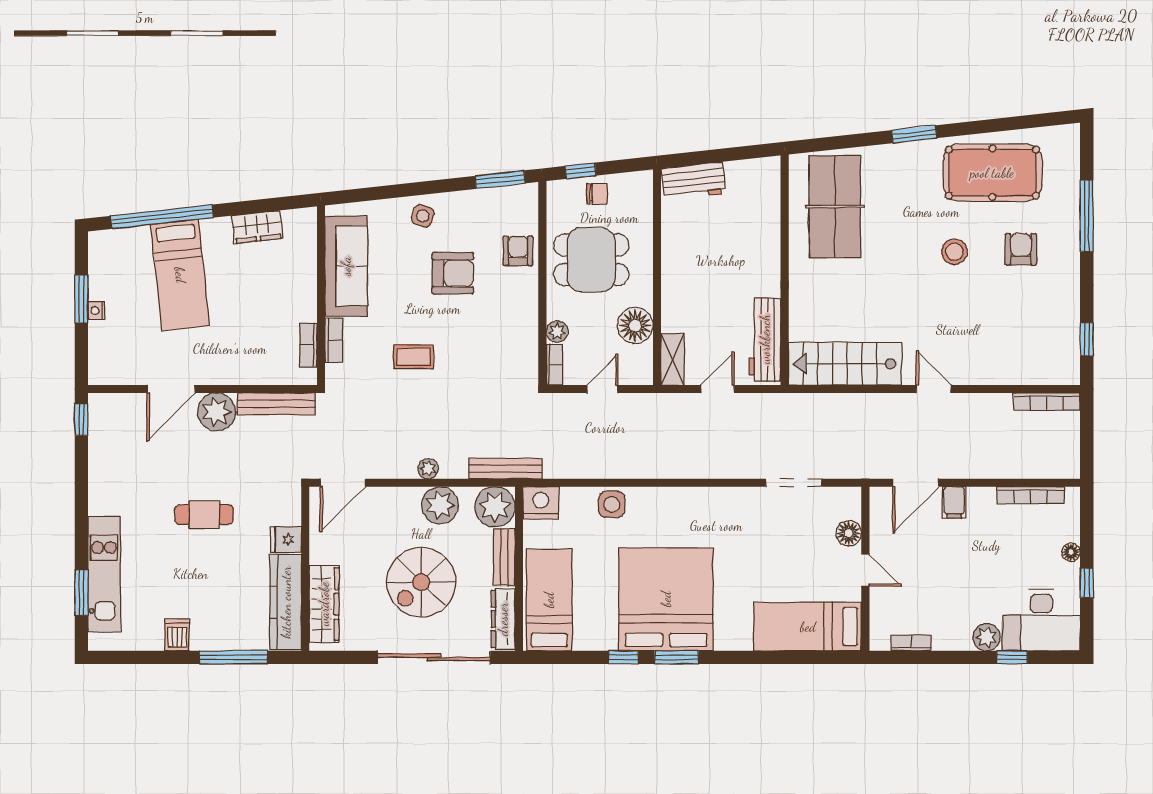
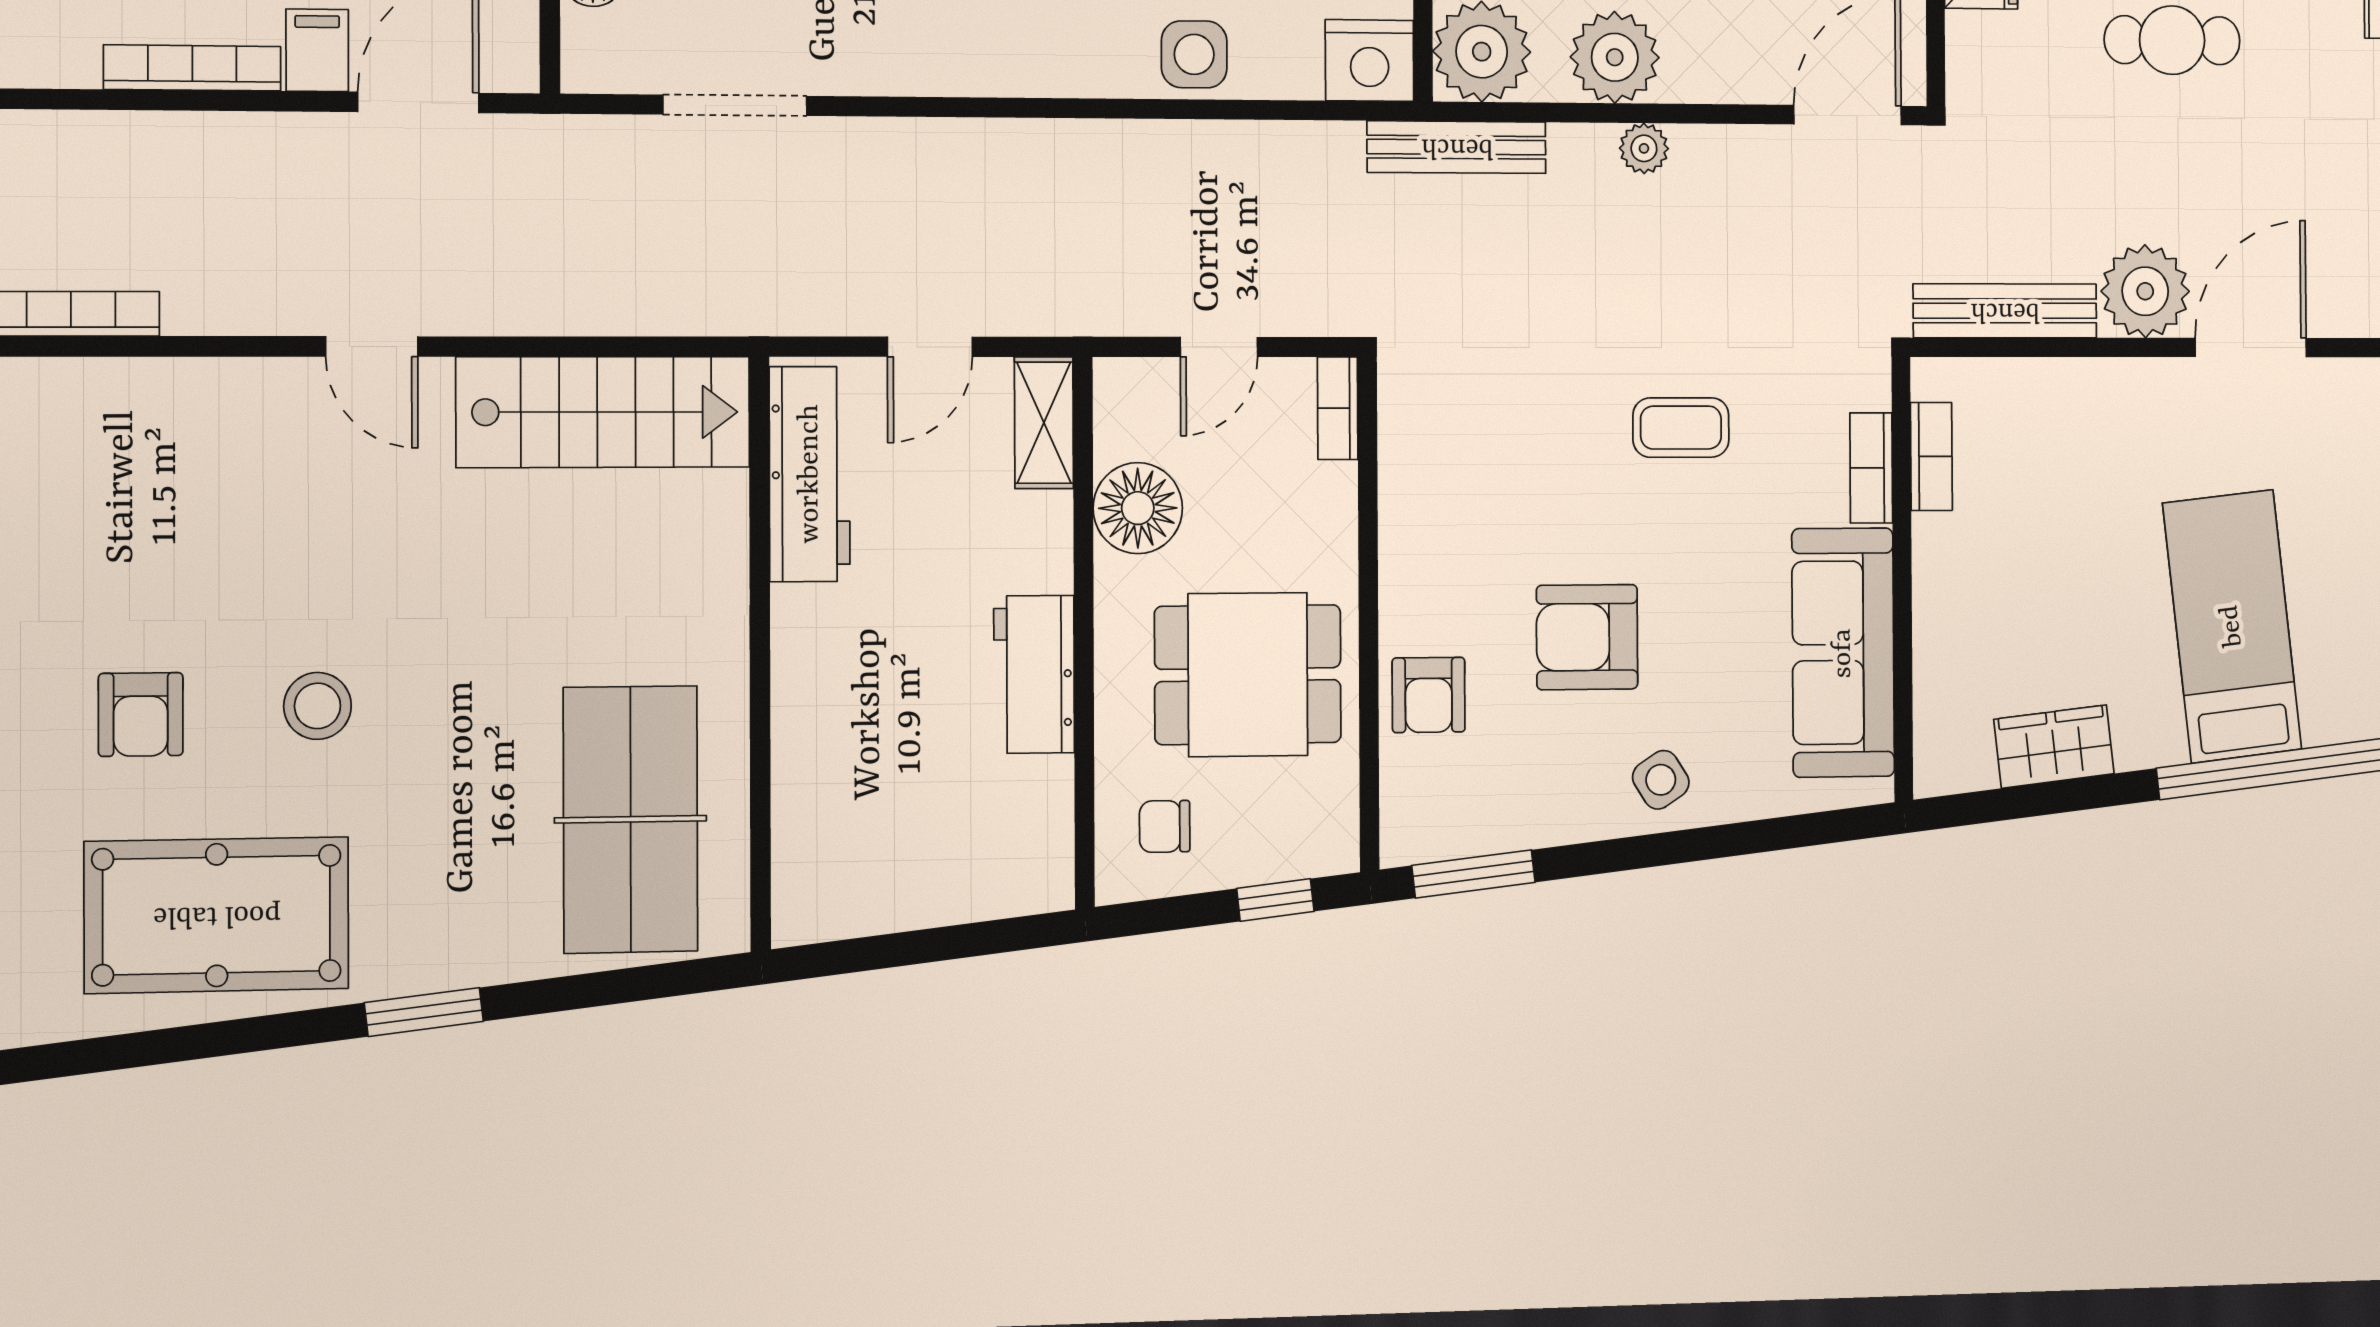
workbench: (694, 181) -> (1034, 674), moved, turned -84
chair: (597, 194) -> (1165, 826), moved
side table: (423, 216) -> (1661, 780), turned 38
plant: (557, 332) -> (1332, 492), removed
bookcase: (1031, 495) -> (192, 68), moved

